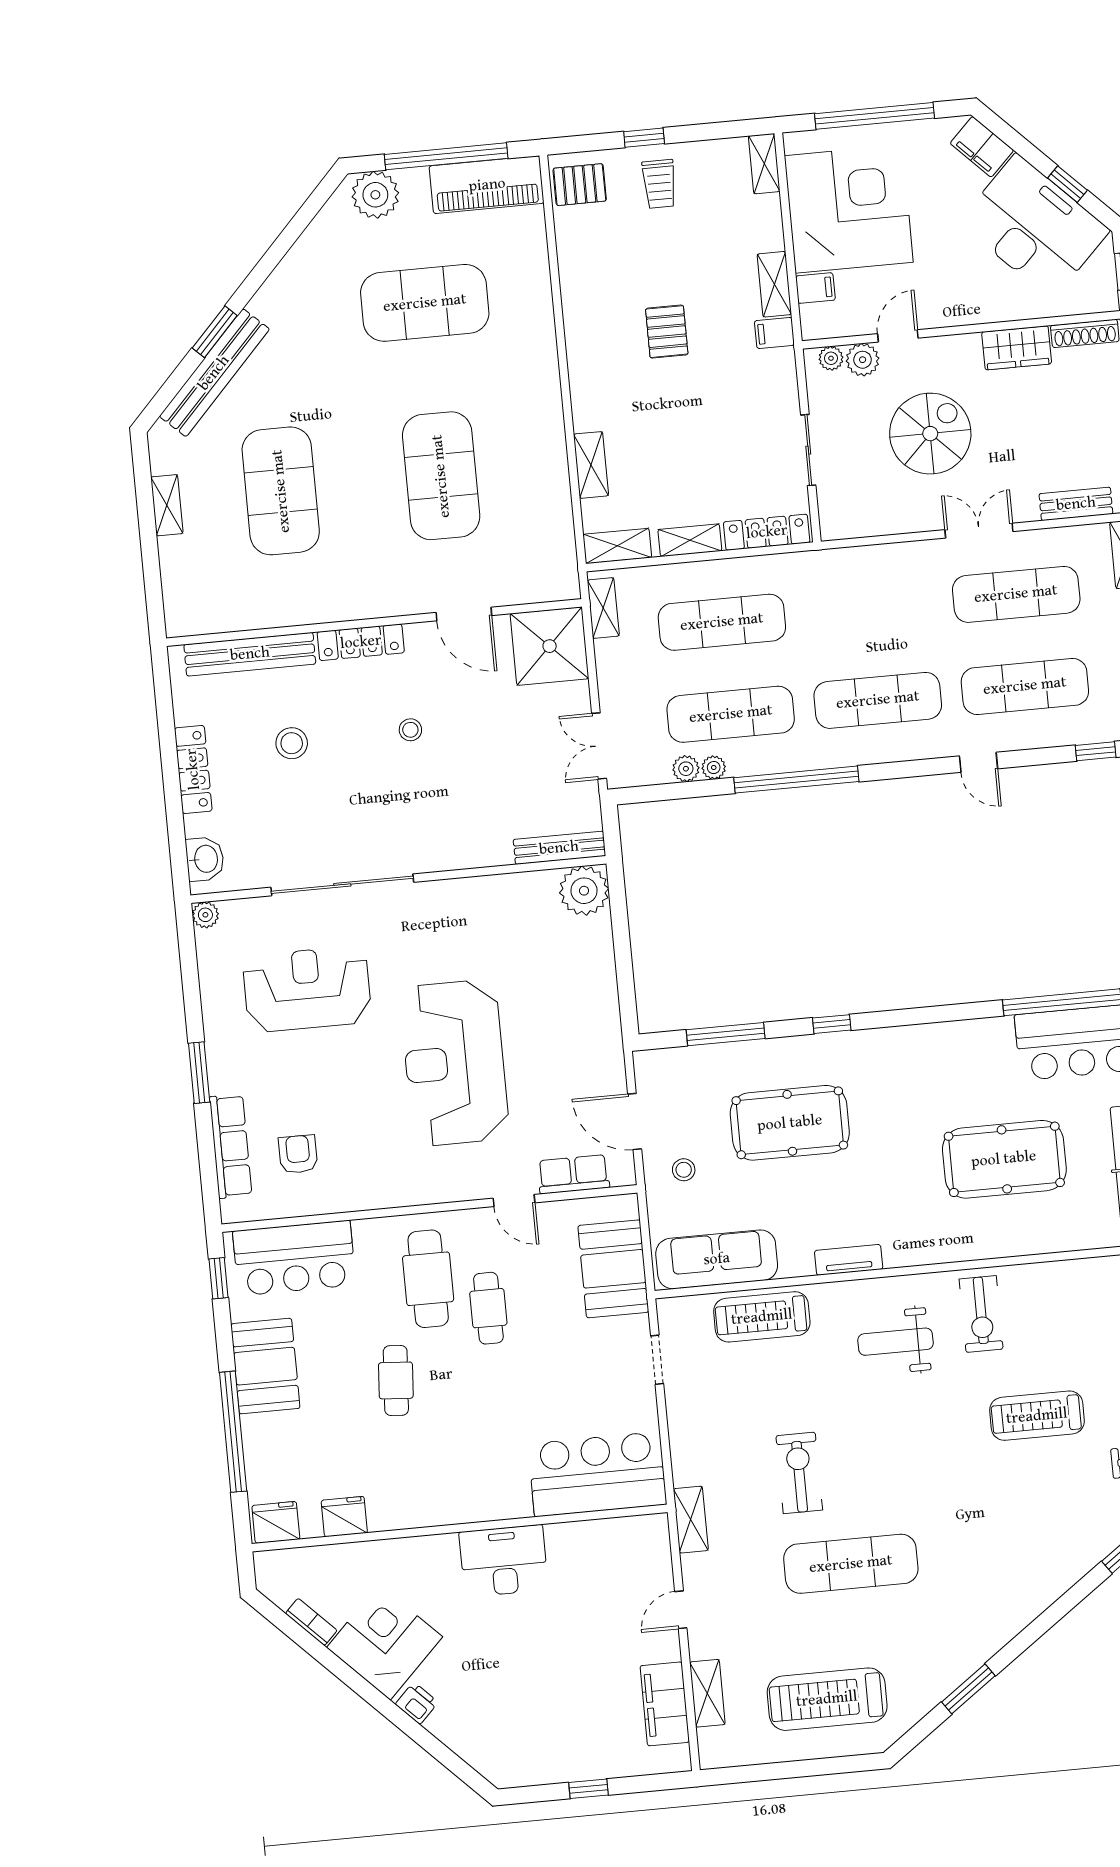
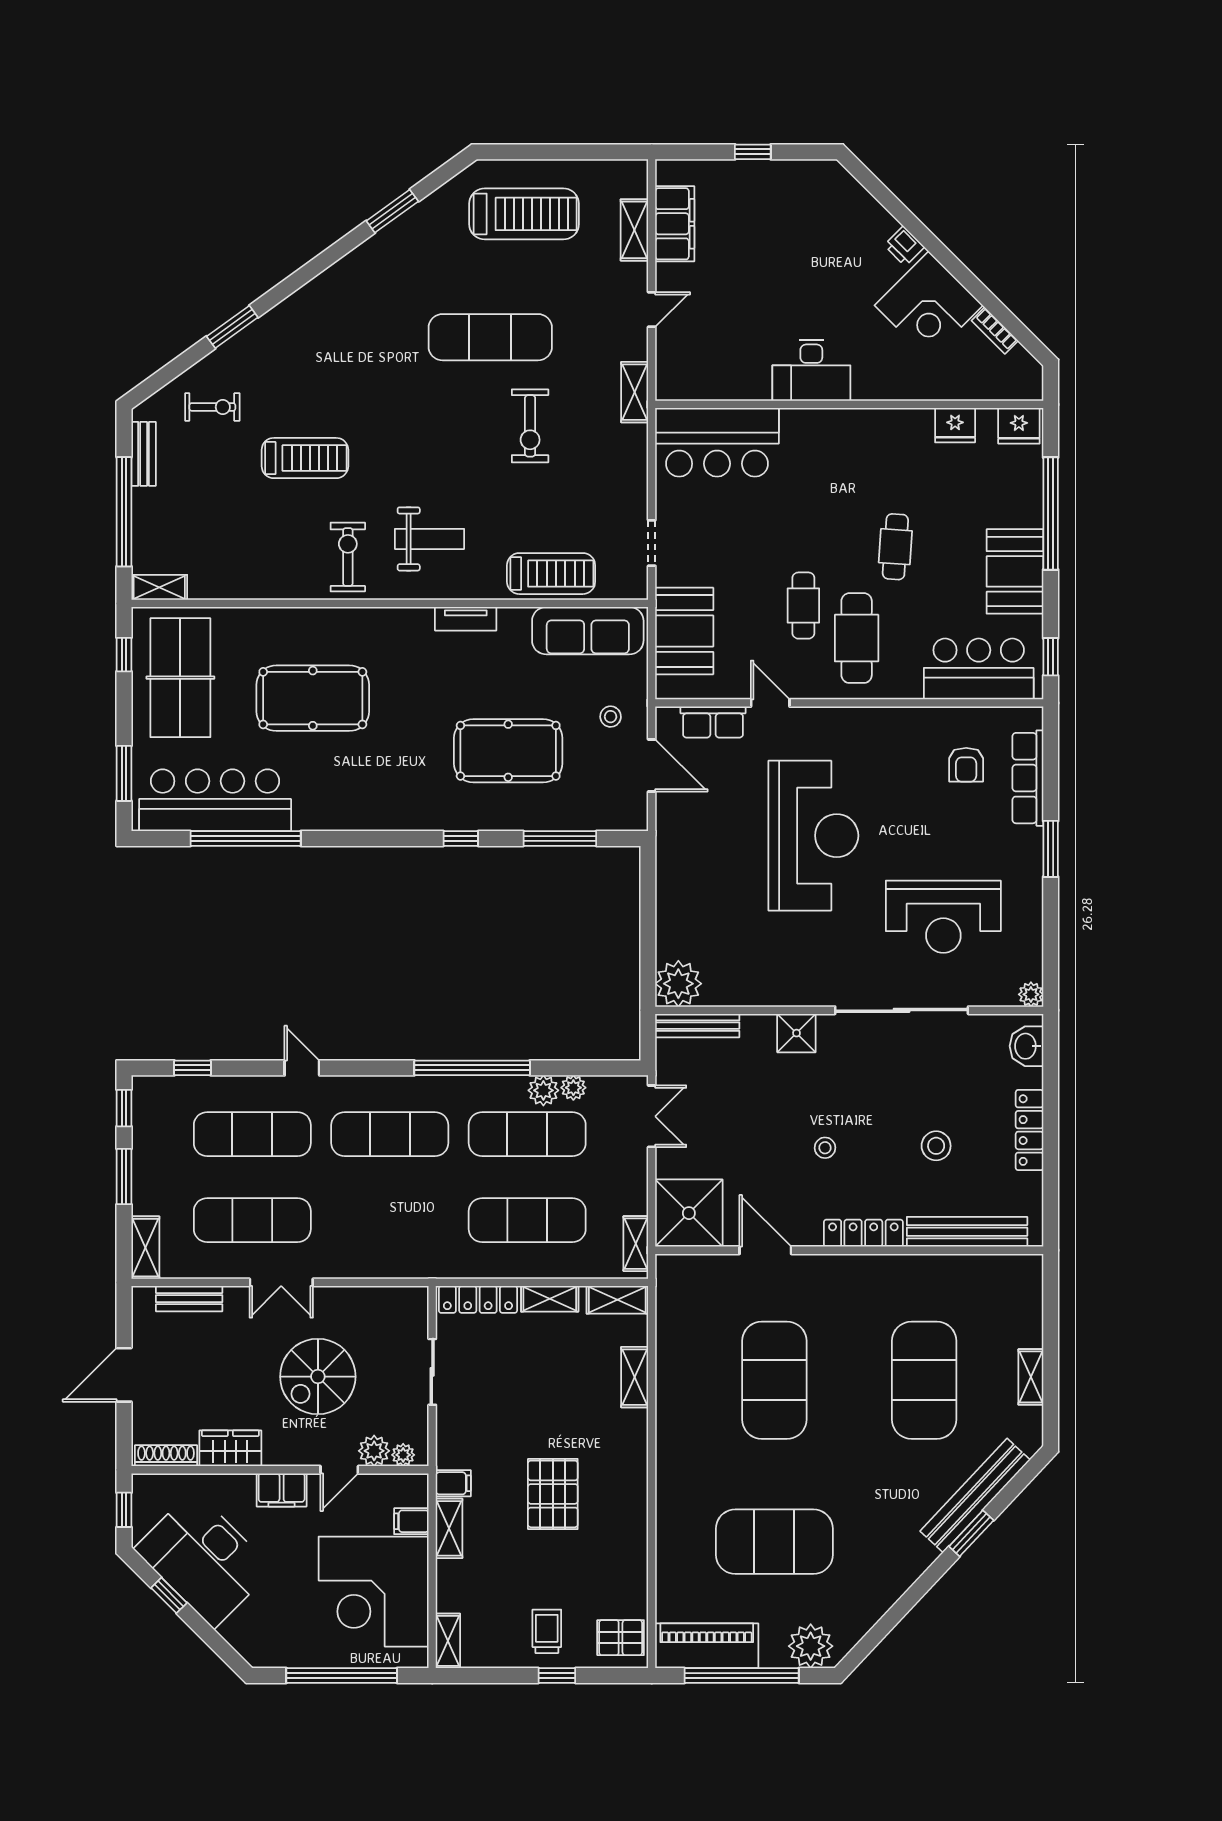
filing cabinet: (982, 147) -> (282, 1490), moved, turned 135
pallet: (667, 332) -> (553, 1494), width x1.50, depth x1.42
plant: (714, 768) -> (543, 1090), width x1.38, depth x1.38
shower: (453, 850) -> (796, 1033), added

